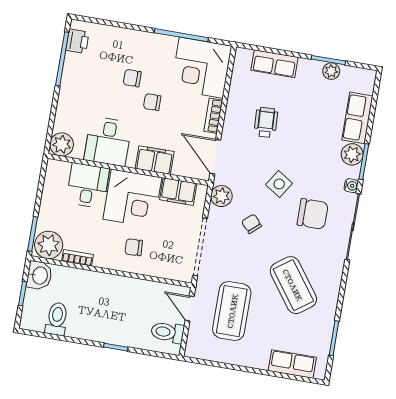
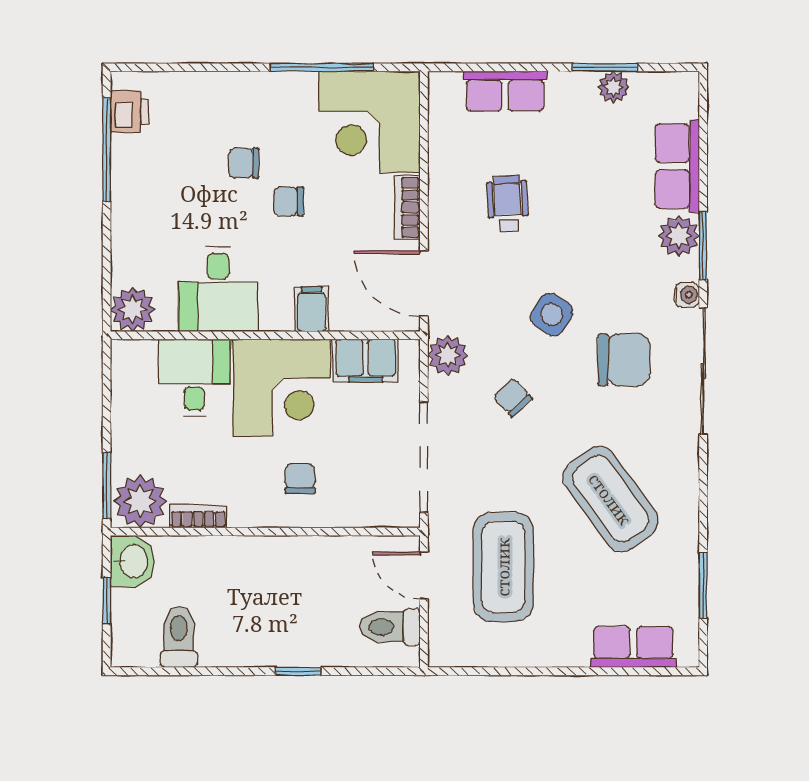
filing cabinet: (155, 160) -> (312, 309), width x0.50
chair: (134, 247) -> (300, 479), turned 93

